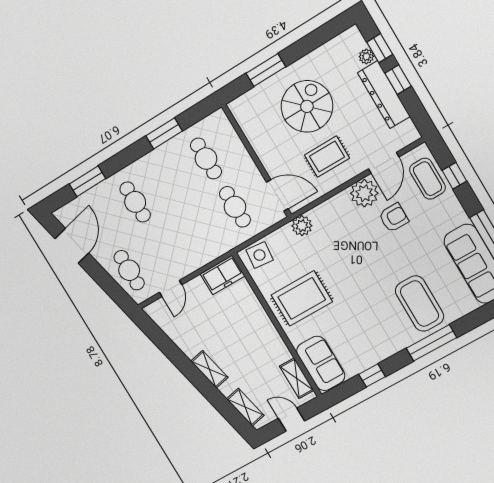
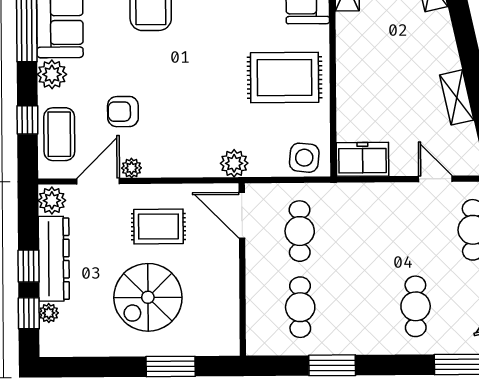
plant: (407, 132) -> (52, 200), added
plant: (364, 193) -> (132, 168), width x0.53, depth x0.53
plant: (455, 215) -> (52, 74), added
door: (171, 289) -> (435, 179), hinge flipped
shelving: (209, 369) -> (457, 97), moved

